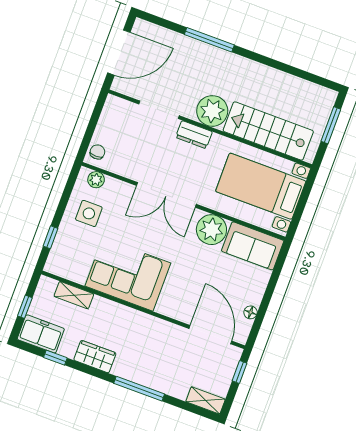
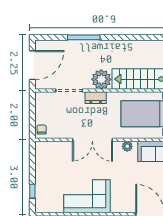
plant: (96, 180) -> (47, 146), removed
side table: (89, 213) -> (50, 168), removed
plant: (211, 230) -> (127, 146), width x0.53, depth x0.53

